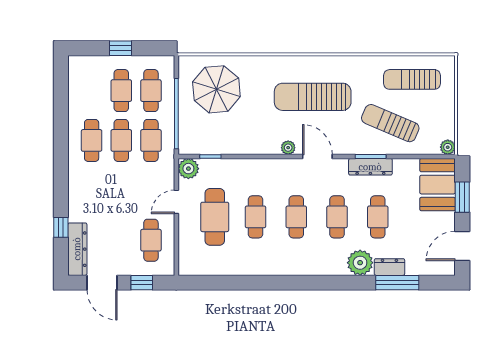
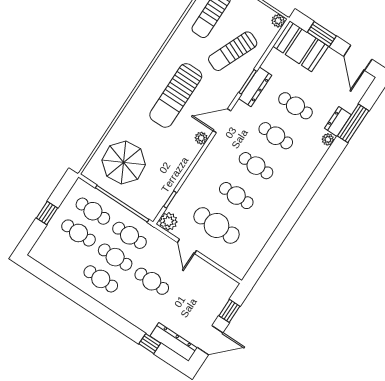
cafe table: (151, 240) -> (152, 281), moved
plant: (360, 263) -> (328, 139), width x0.53, depth x0.53

